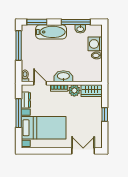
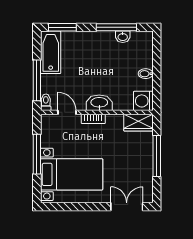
bathtub: (51, 32) -> (51, 52), moved, turned -90
washing machine: (95, 44) -> (143, 101), moved
window: (19, 46) -> (37, 80), moved
plant: (74, 90) -> (114, 122), removed
dresser: (26, 100) -> (47, 136), removed
window: (105, 115) -> (157, 156), width x2.17

